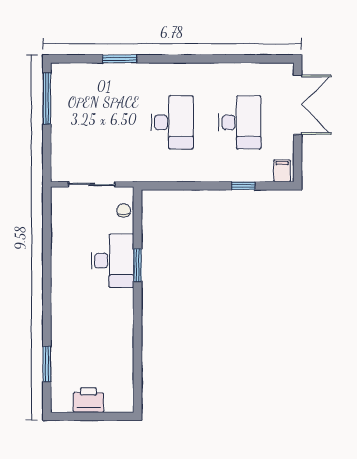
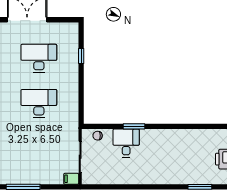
filing cabinet: (282, 171) -> (71, 179), moved
desk: (113, 261) -> (126, 143), width x0.73

